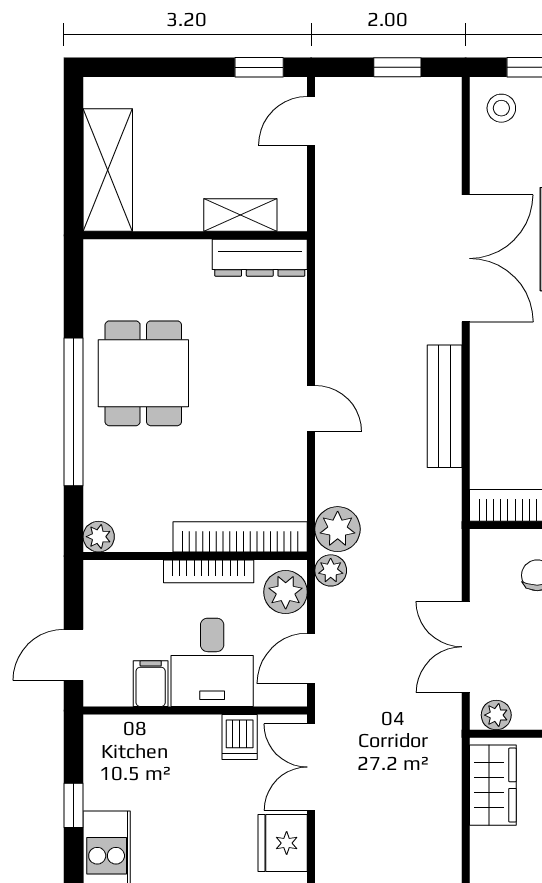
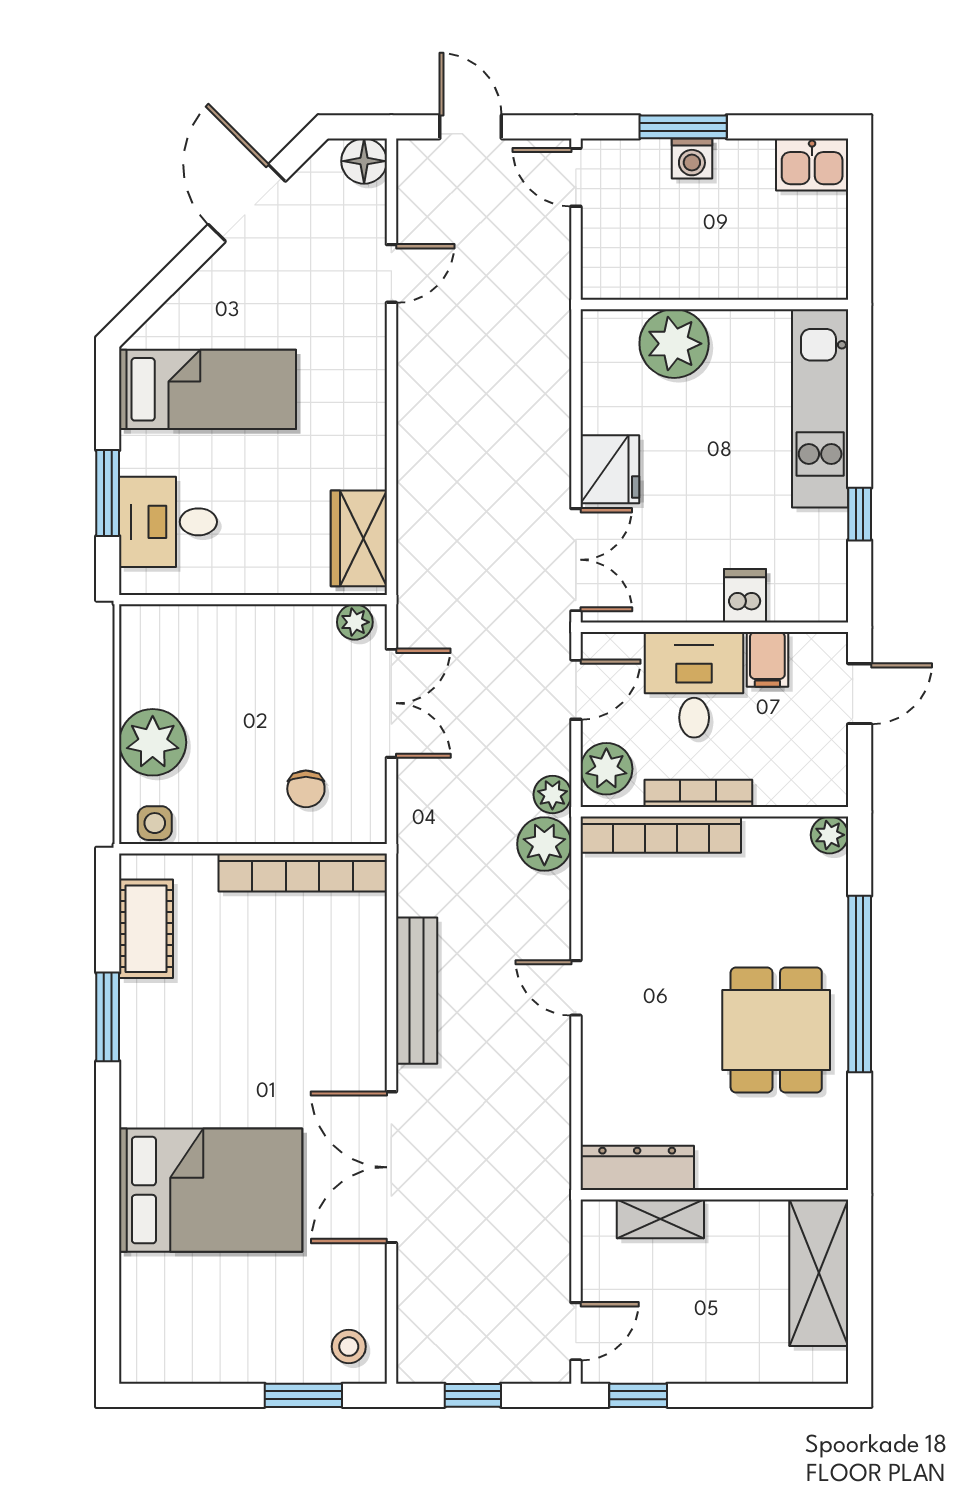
dishwasher: (240, 737) -> (745, 596), moved

